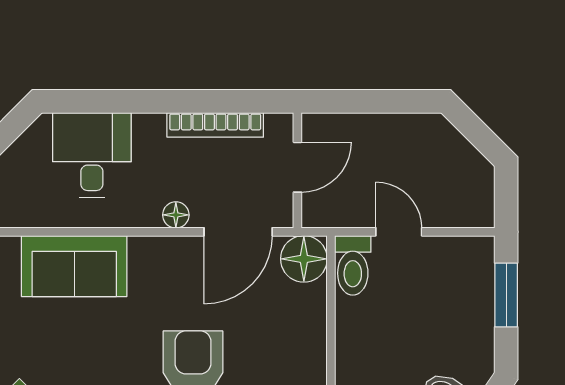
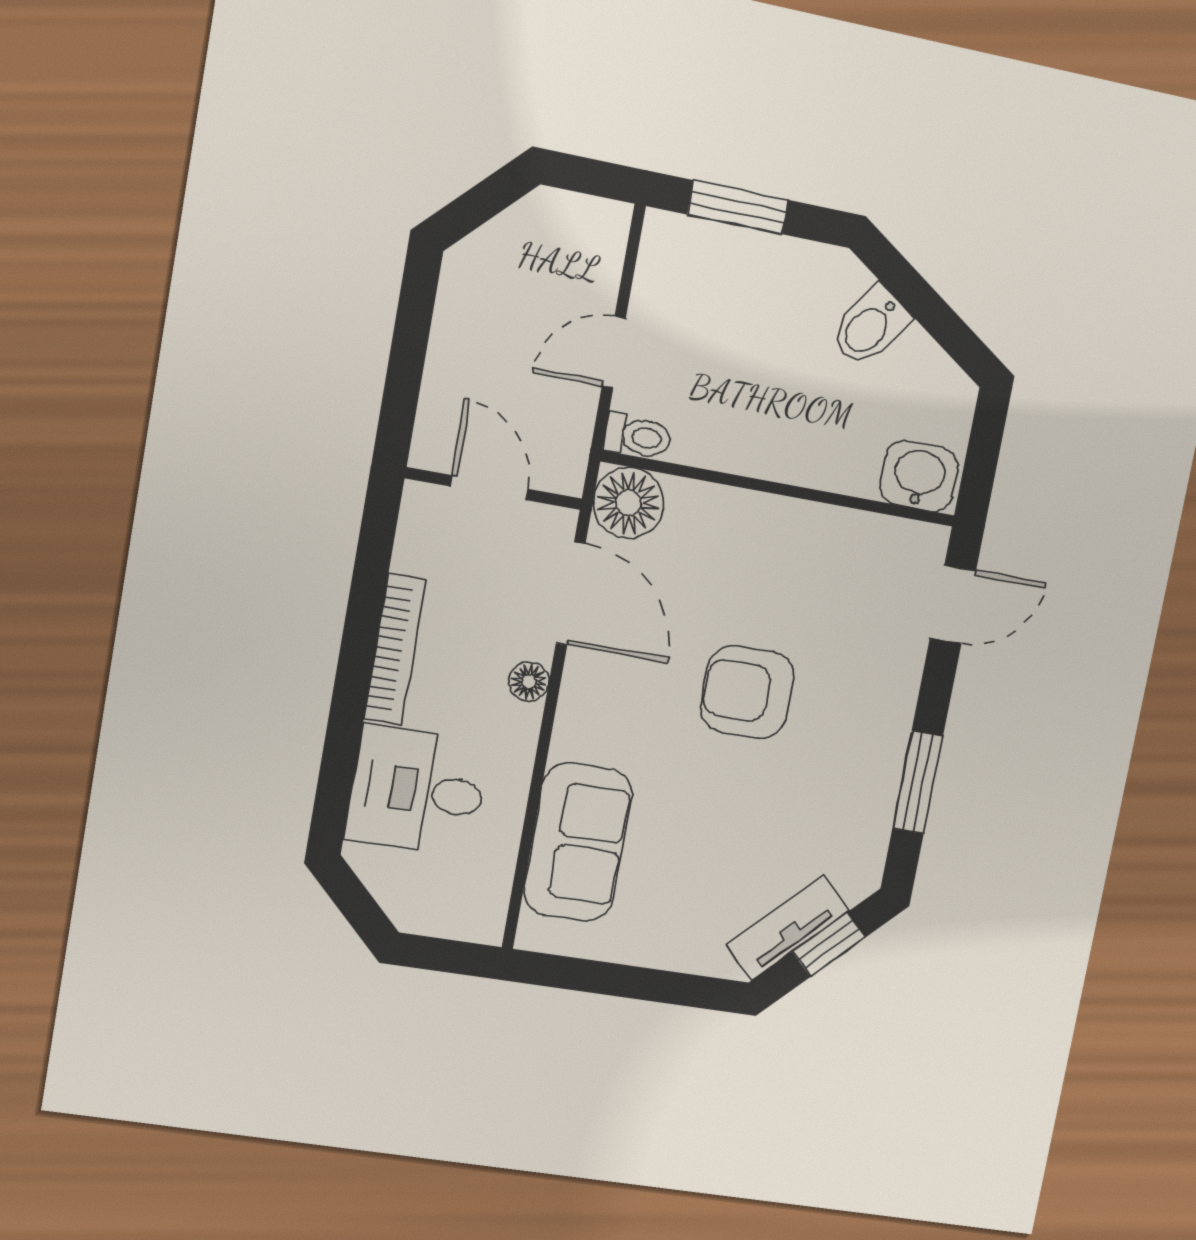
bookcase: (215, 125) -> (395, 649), moved
toilet: (353, 265) -> (638, 436), width x0.73, depth x0.72

